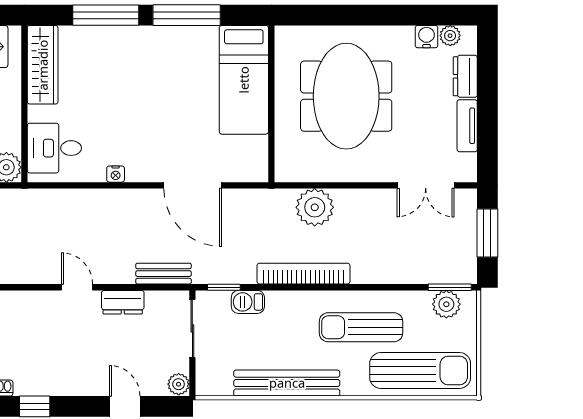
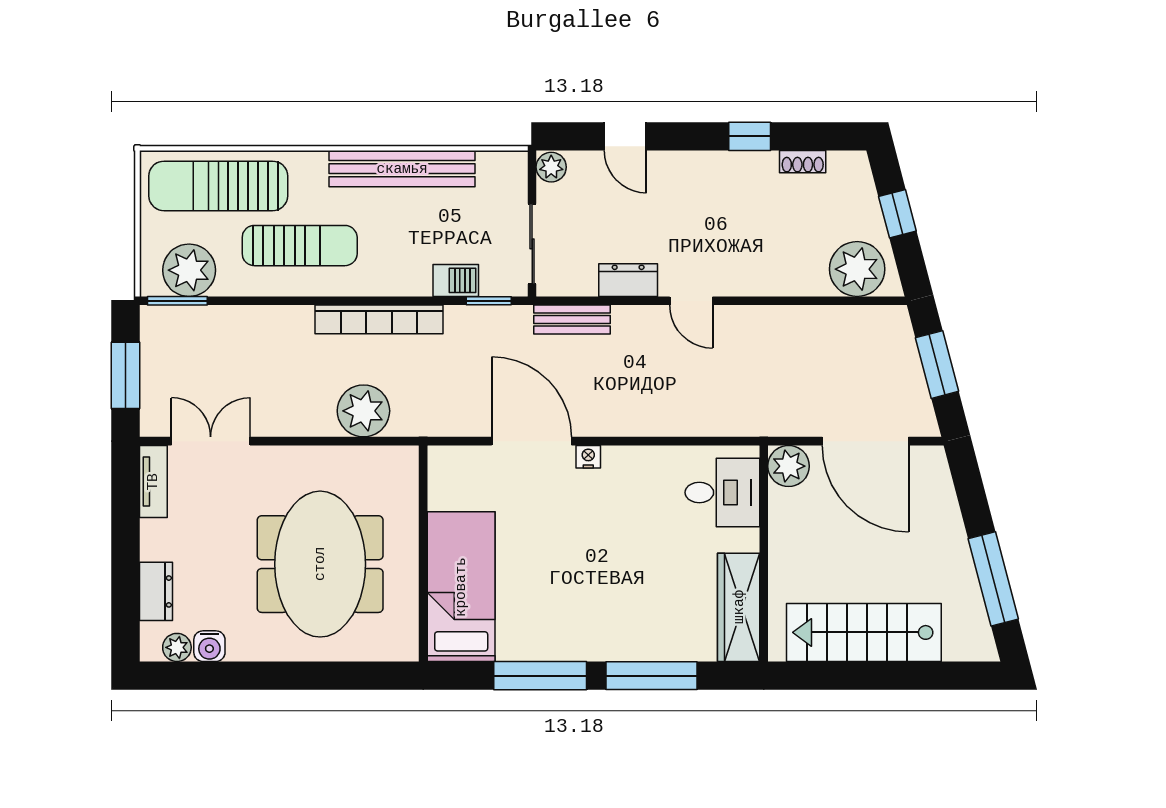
tv unit: (467, 126) -> (153, 482), moved
nightstand: (116, 174) -> (588, 457), moved
plant: (446, 304) -> (189, 270), width x1.36, depth x1.36

